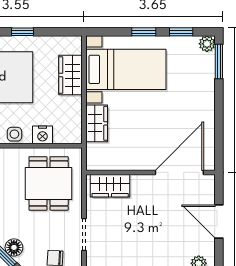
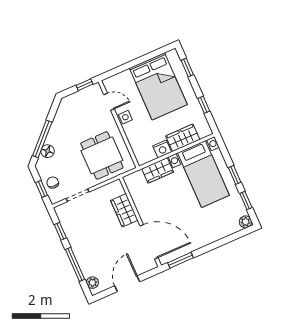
window: (22, 32) -> (204, 105), moved
window: (219, 61) -> (181, 260), moved
nightstand: (43, 135) -> (162, 149), moved, turned -90
dining table: (49, 183) -> (102, 155), turned 90
wardrobe: (110, 186) -> (124, 210), moved

